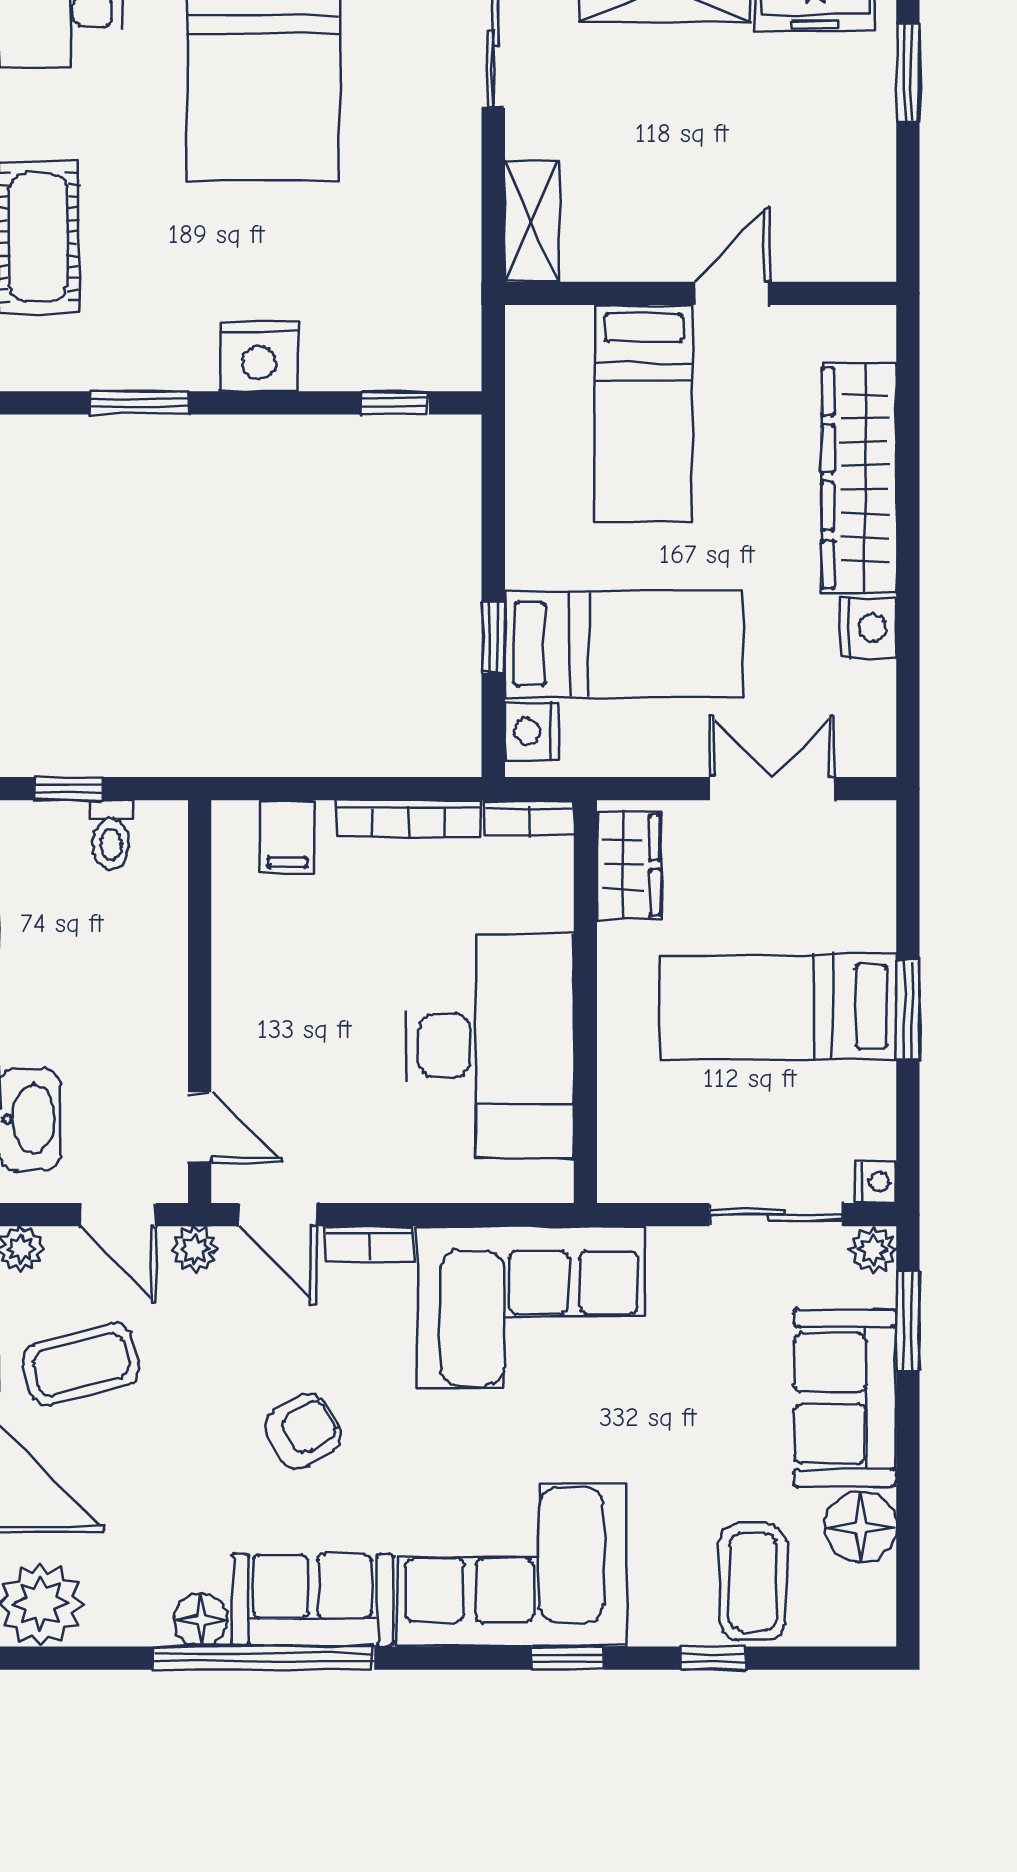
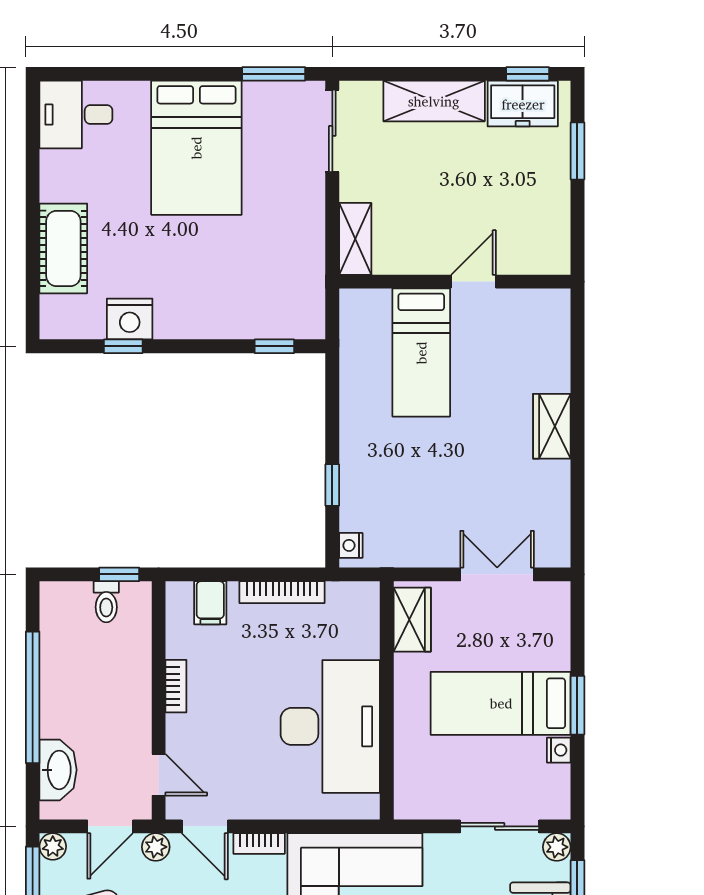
nightstand: (259, 357) -> (130, 319), moved
window: (140, 403) -> (123, 346), width x0.67
wardrobe: (859, 478) -> (552, 426), width x0.48, depth x0.85
nightstand: (868, 628) -> (554, 479), removed
bed: (624, 644) -> (410, 489), removed
nightstand: (532, 731) -> (351, 545), width x0.72, depth x0.74
window: (68, 789) -> (119, 574), moved
bookcase: (529, 818) -> (176, 686), moved, turned -90
nightstand: (876, 1182) -> (559, 750), moved
door: (117, 1215) -> (110, 826), hinge flipped

